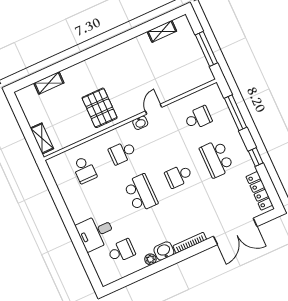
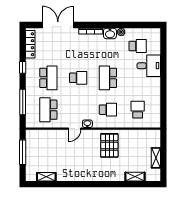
school desk: (198, 118) -> (48, 110), width x1.85
shelving: (42, 138) -> (156, 158), moved
school desk: (121, 251) -> (138, 46), turned 180

